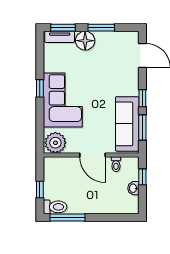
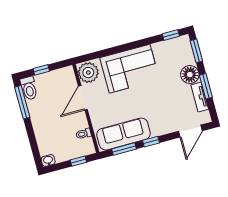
tv unit: (60, 37) -> (200, 97), moved
window: (40, 88) -> (171, 35), moved
door: (93, 155) -> (83, 98), moved
washbasin: (133, 188) -> (48, 160), moved

